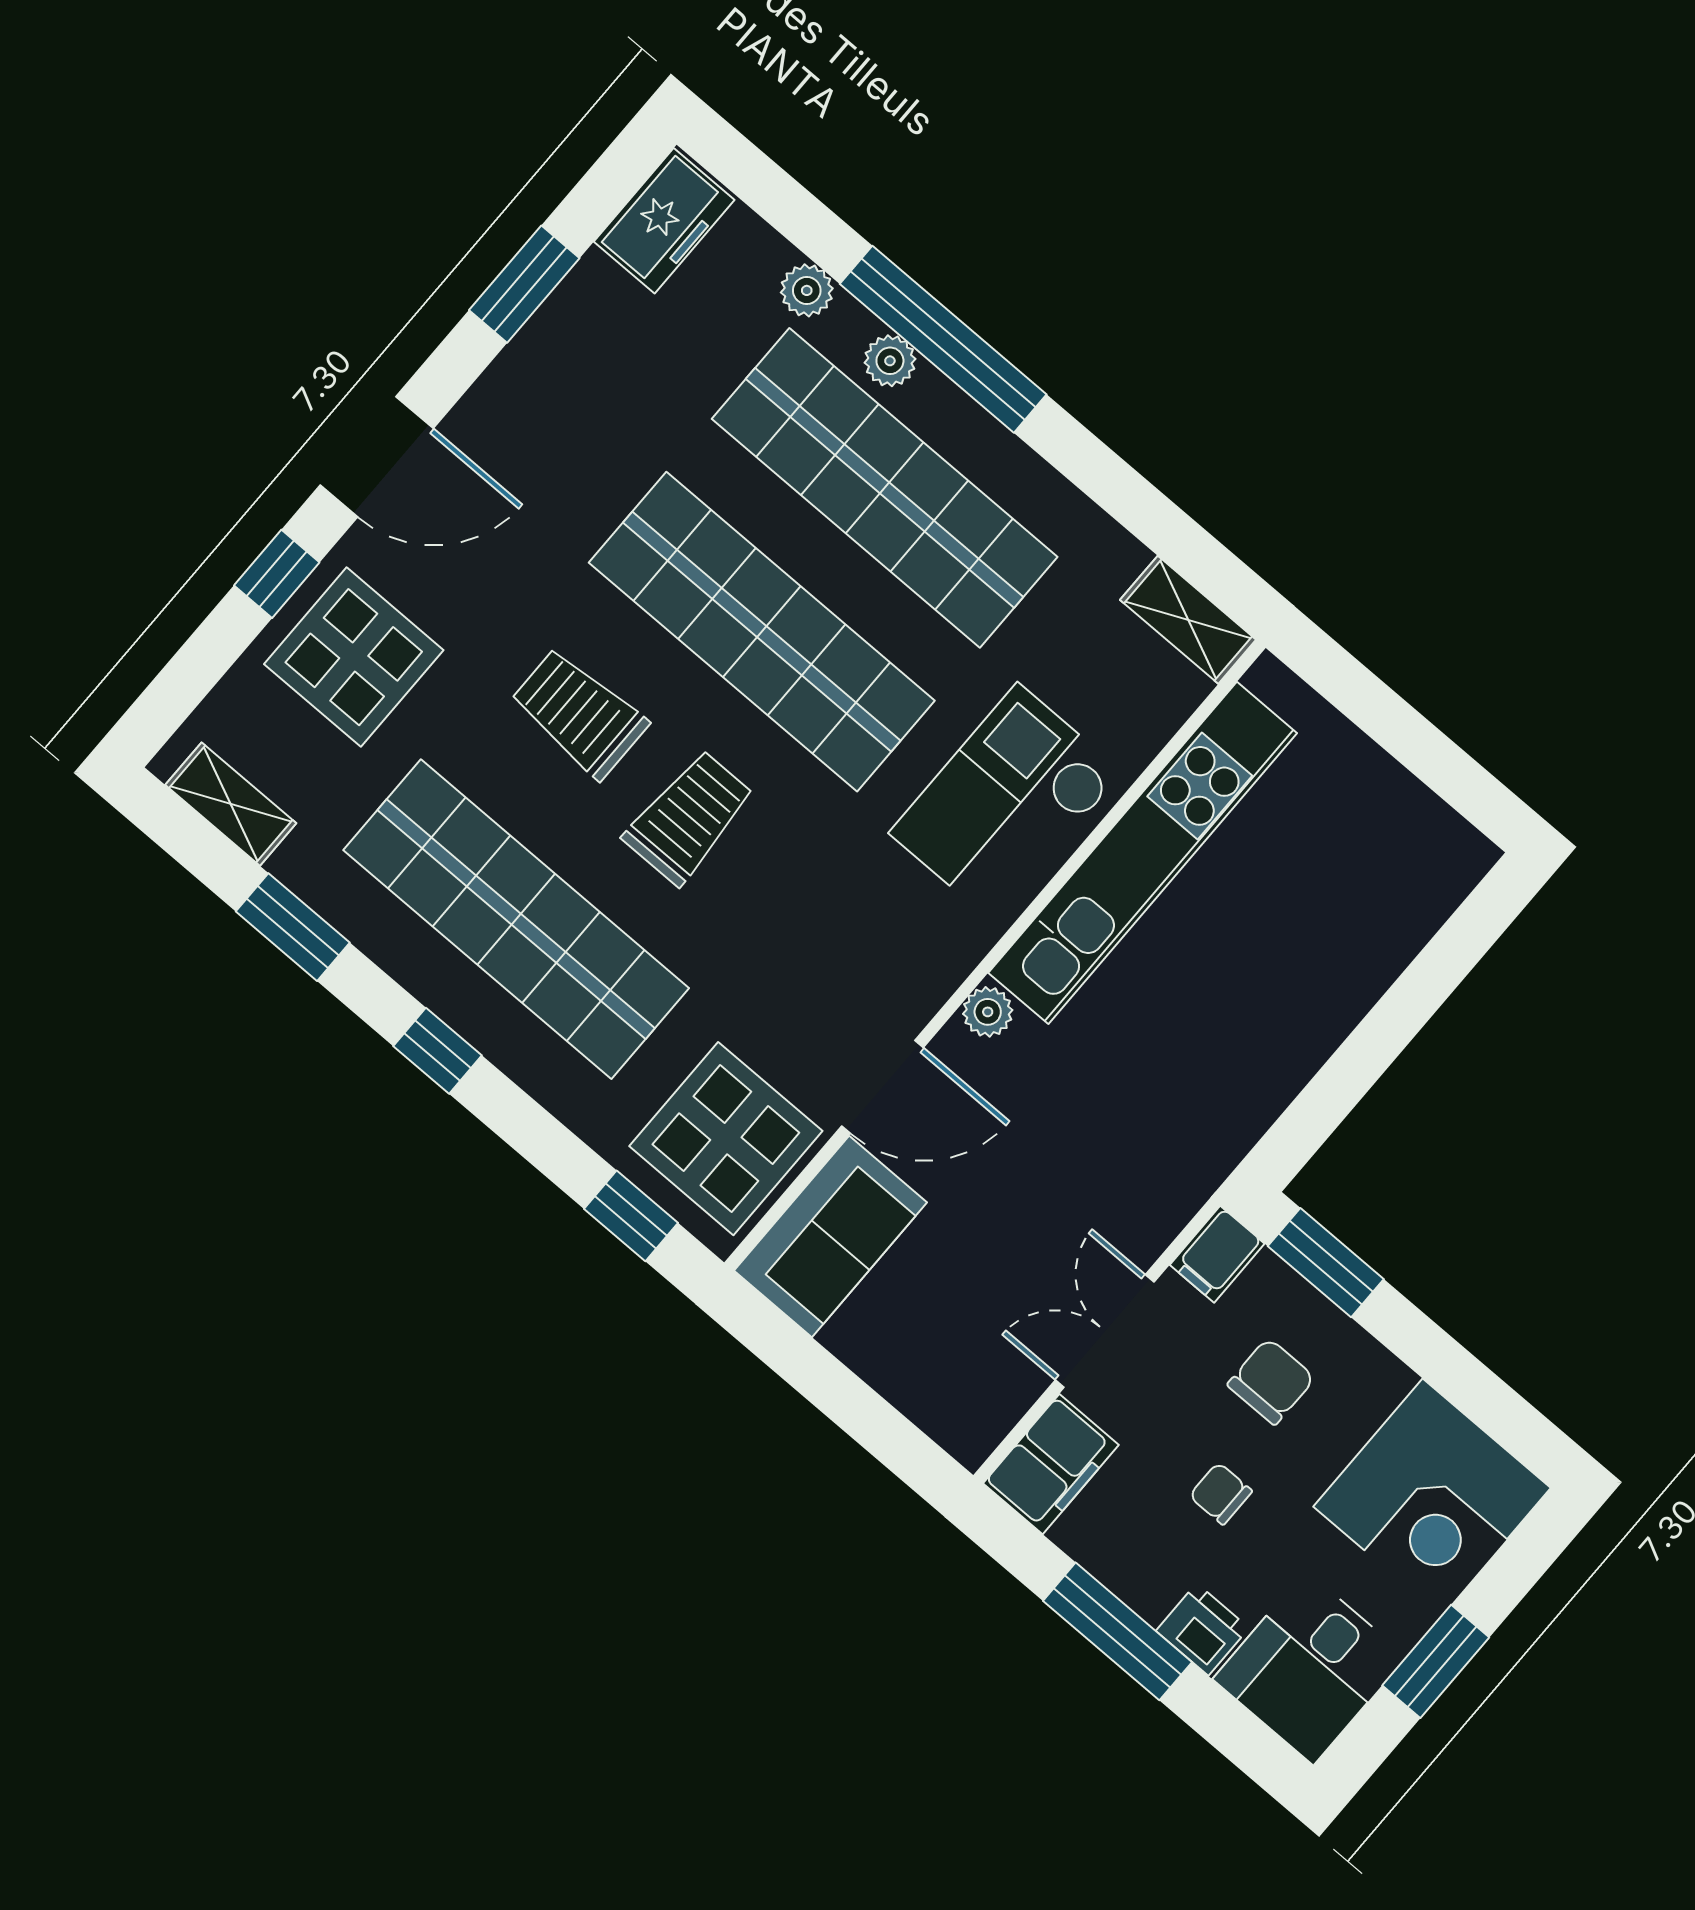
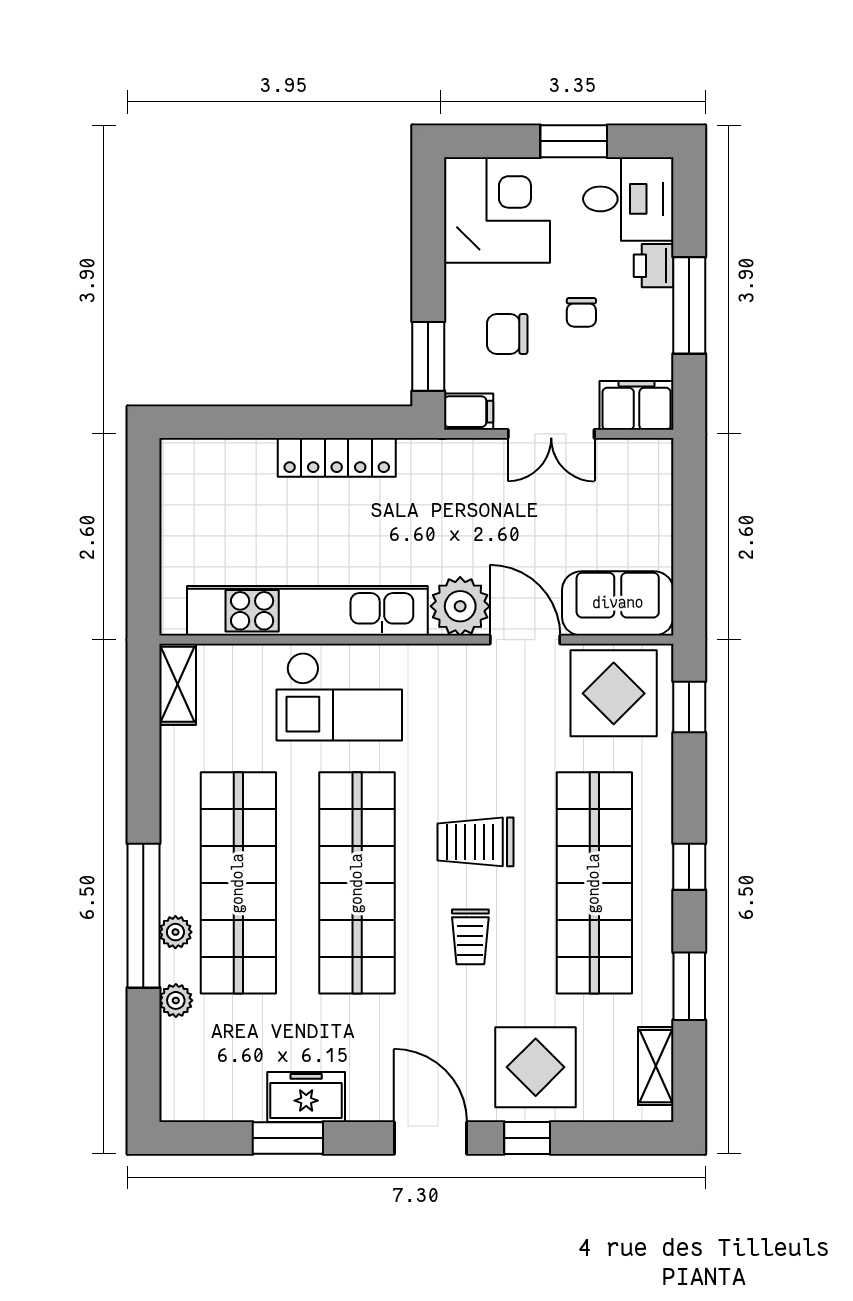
freezer: (664, 221) -> (306, 1097), moved
trolley: (579, 713) -> (470, 937), width x0.73, depth x0.72
plant: (988, 1012) -> (460, 606), width x1.87, depth x1.87
locker: (1298, 1047) -> (337, 457), added

